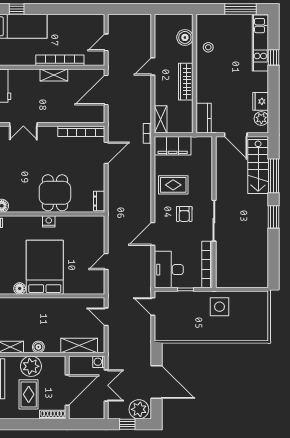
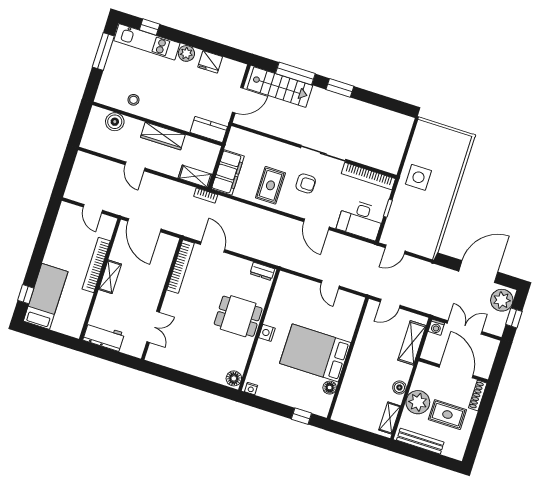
window: (273, 57) -> (150, 27), moved
plant: (261, 118) -> (186, 53), moved

